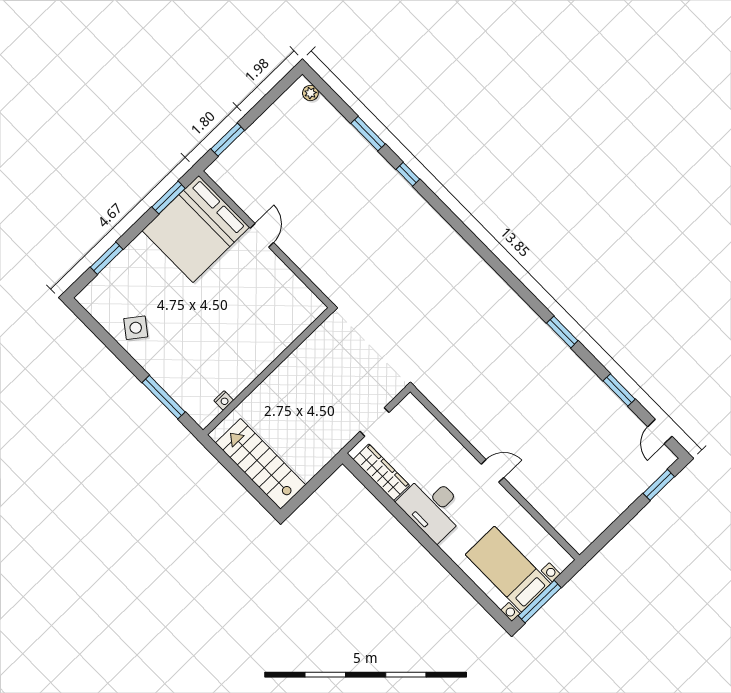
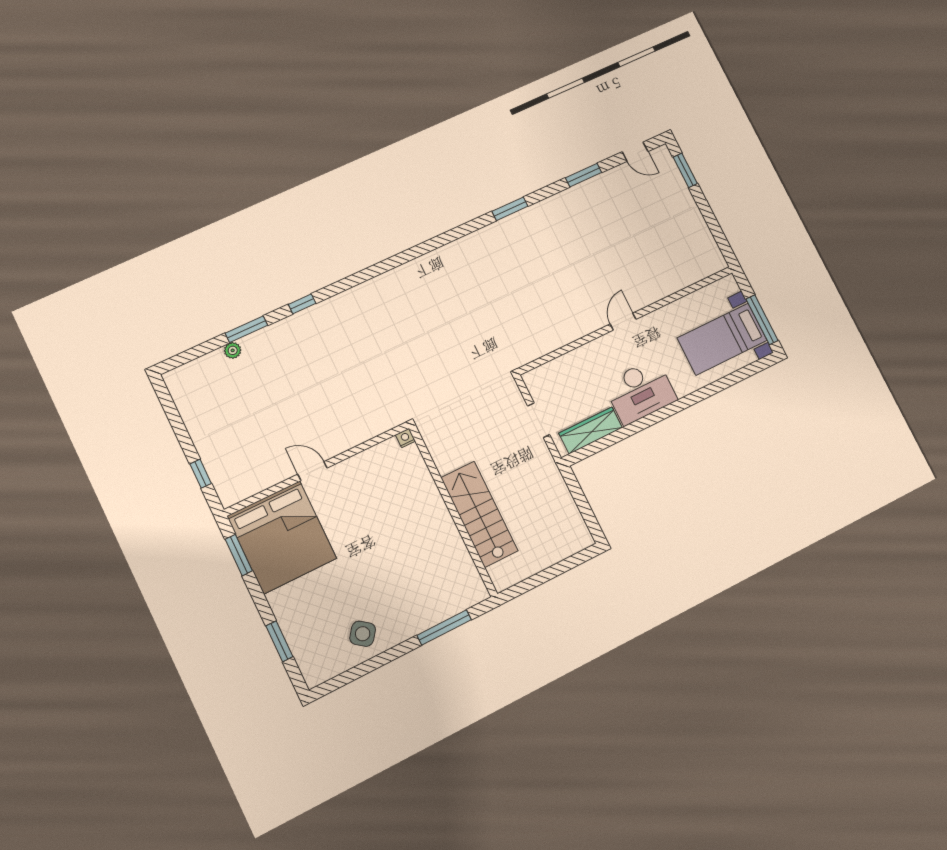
plant: (310, 93) -> (233, 350), moved
window: (228, 140) -> (201, 474), width x0.67
nightstand: (224, 401) -> (405, 438), moved, turned -90
stairs: (261, 464) -> (479, 514), moved, turned 90

